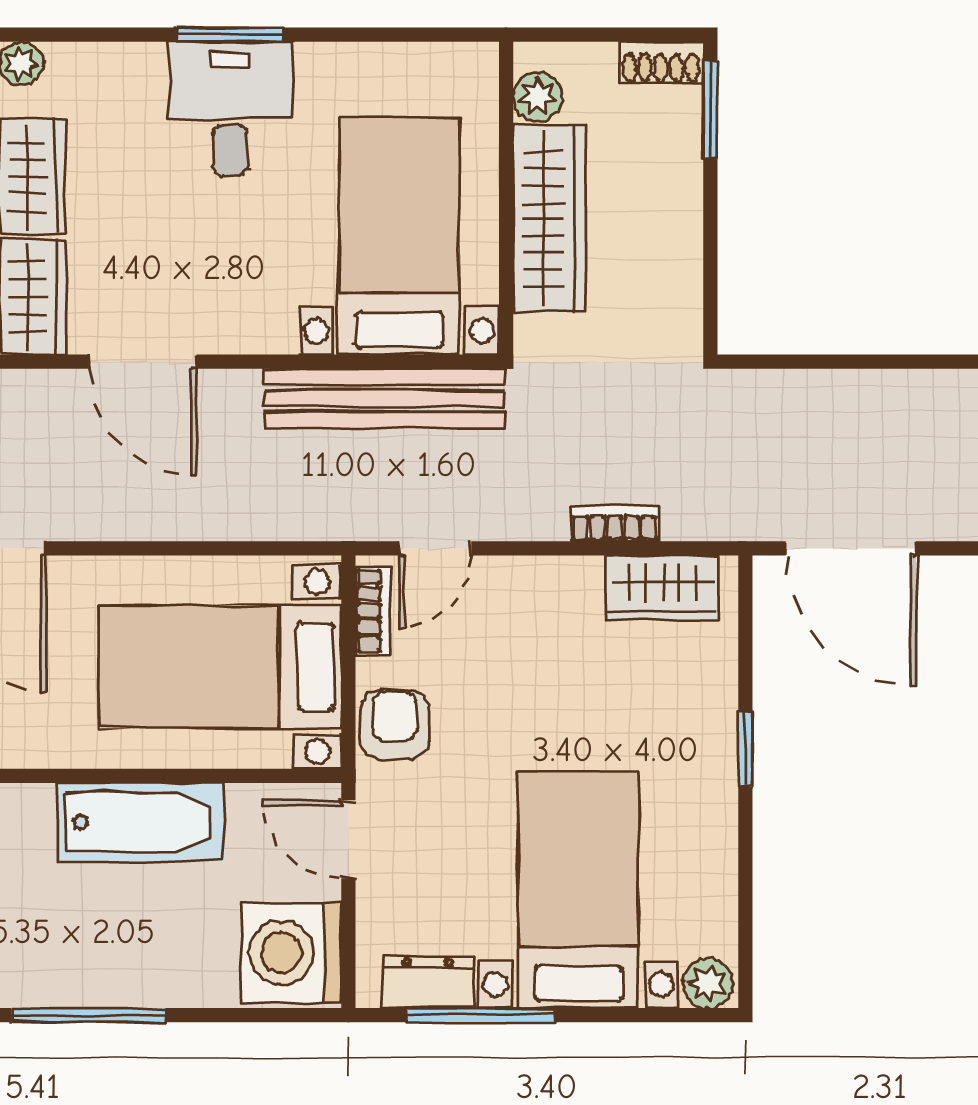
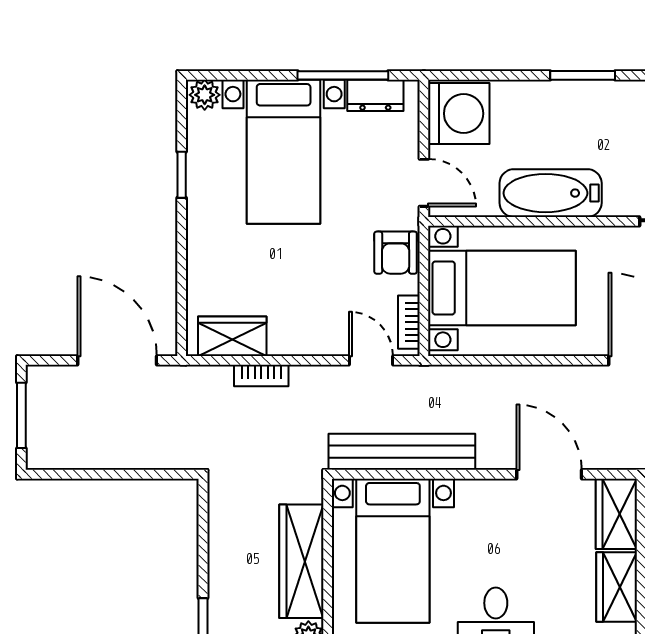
door: (435, 548) -> (371, 360), hinge flipped
window: (745, 749) -> (182, 175), moved
window: (88, 1015) -> (583, 75), width x0.69

